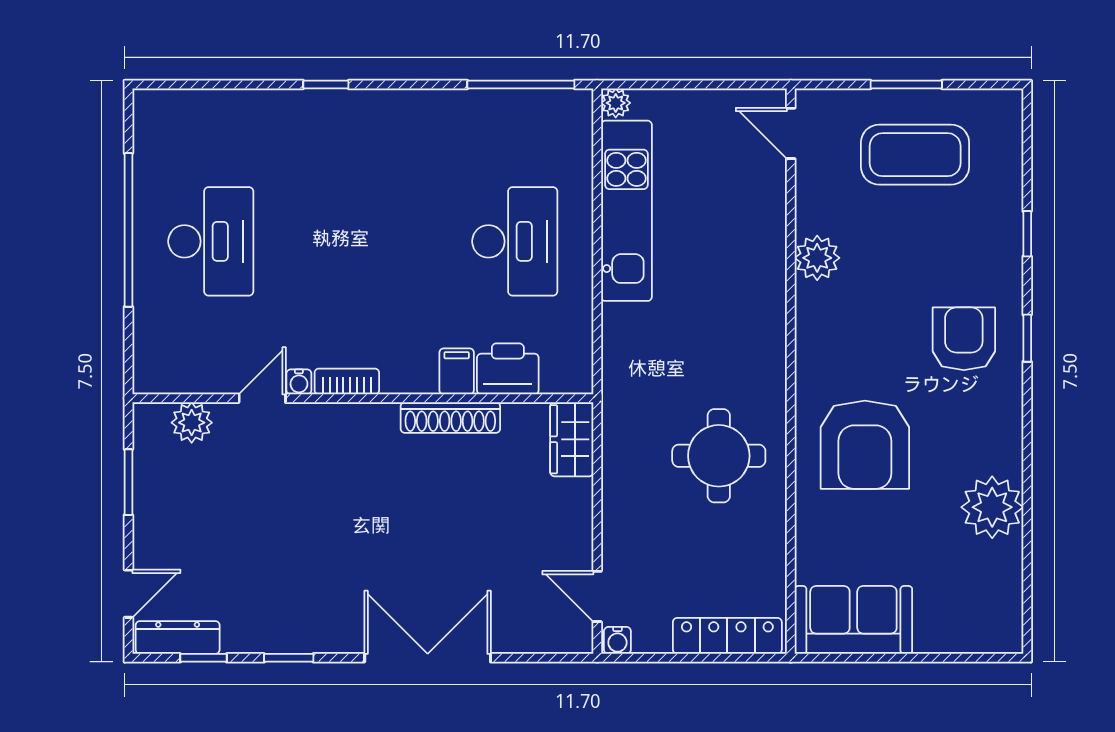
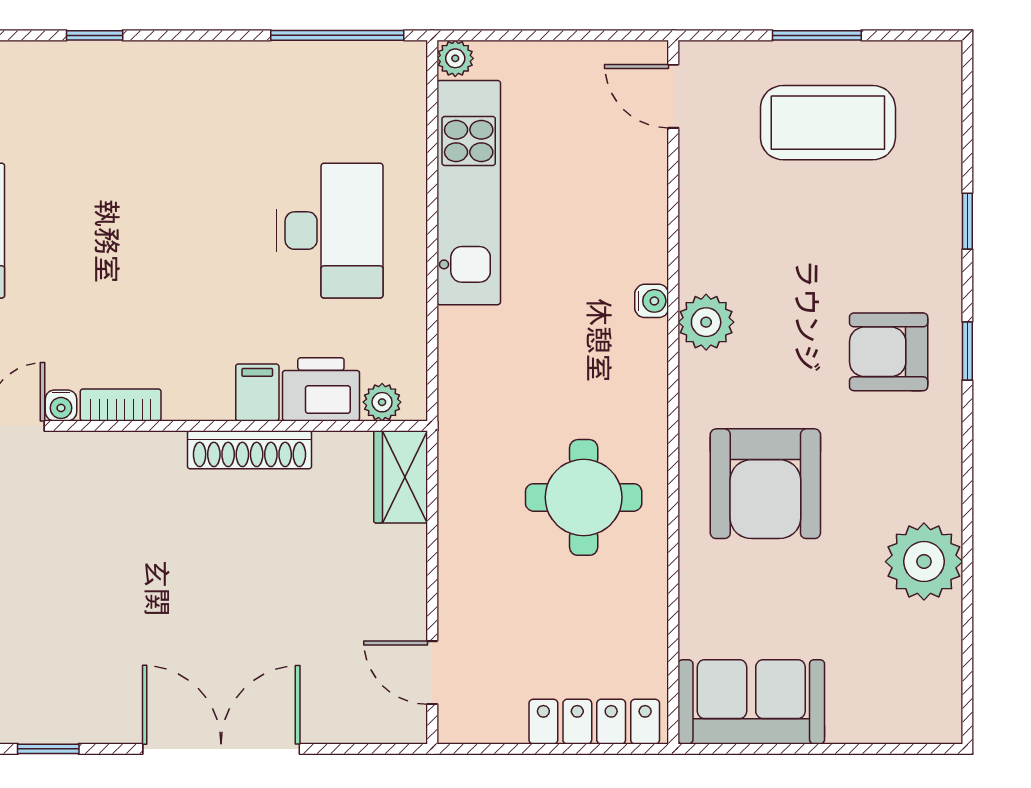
plant: (817, 258) -> (706, 322), moved
armchair: (964, 339) -> (889, 352), turned -90
plant: (557, 379) -> (382, 402), added
water cooler: (617, 640) -> (652, 301), moved, turned -90

